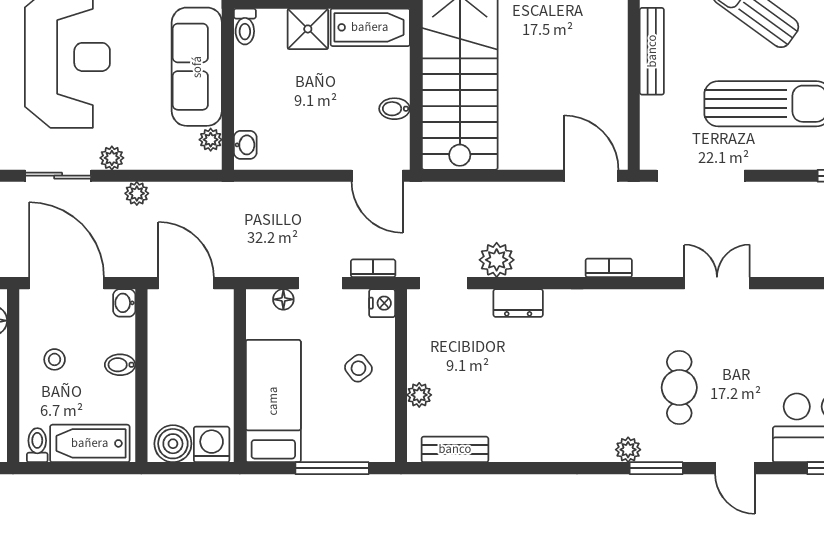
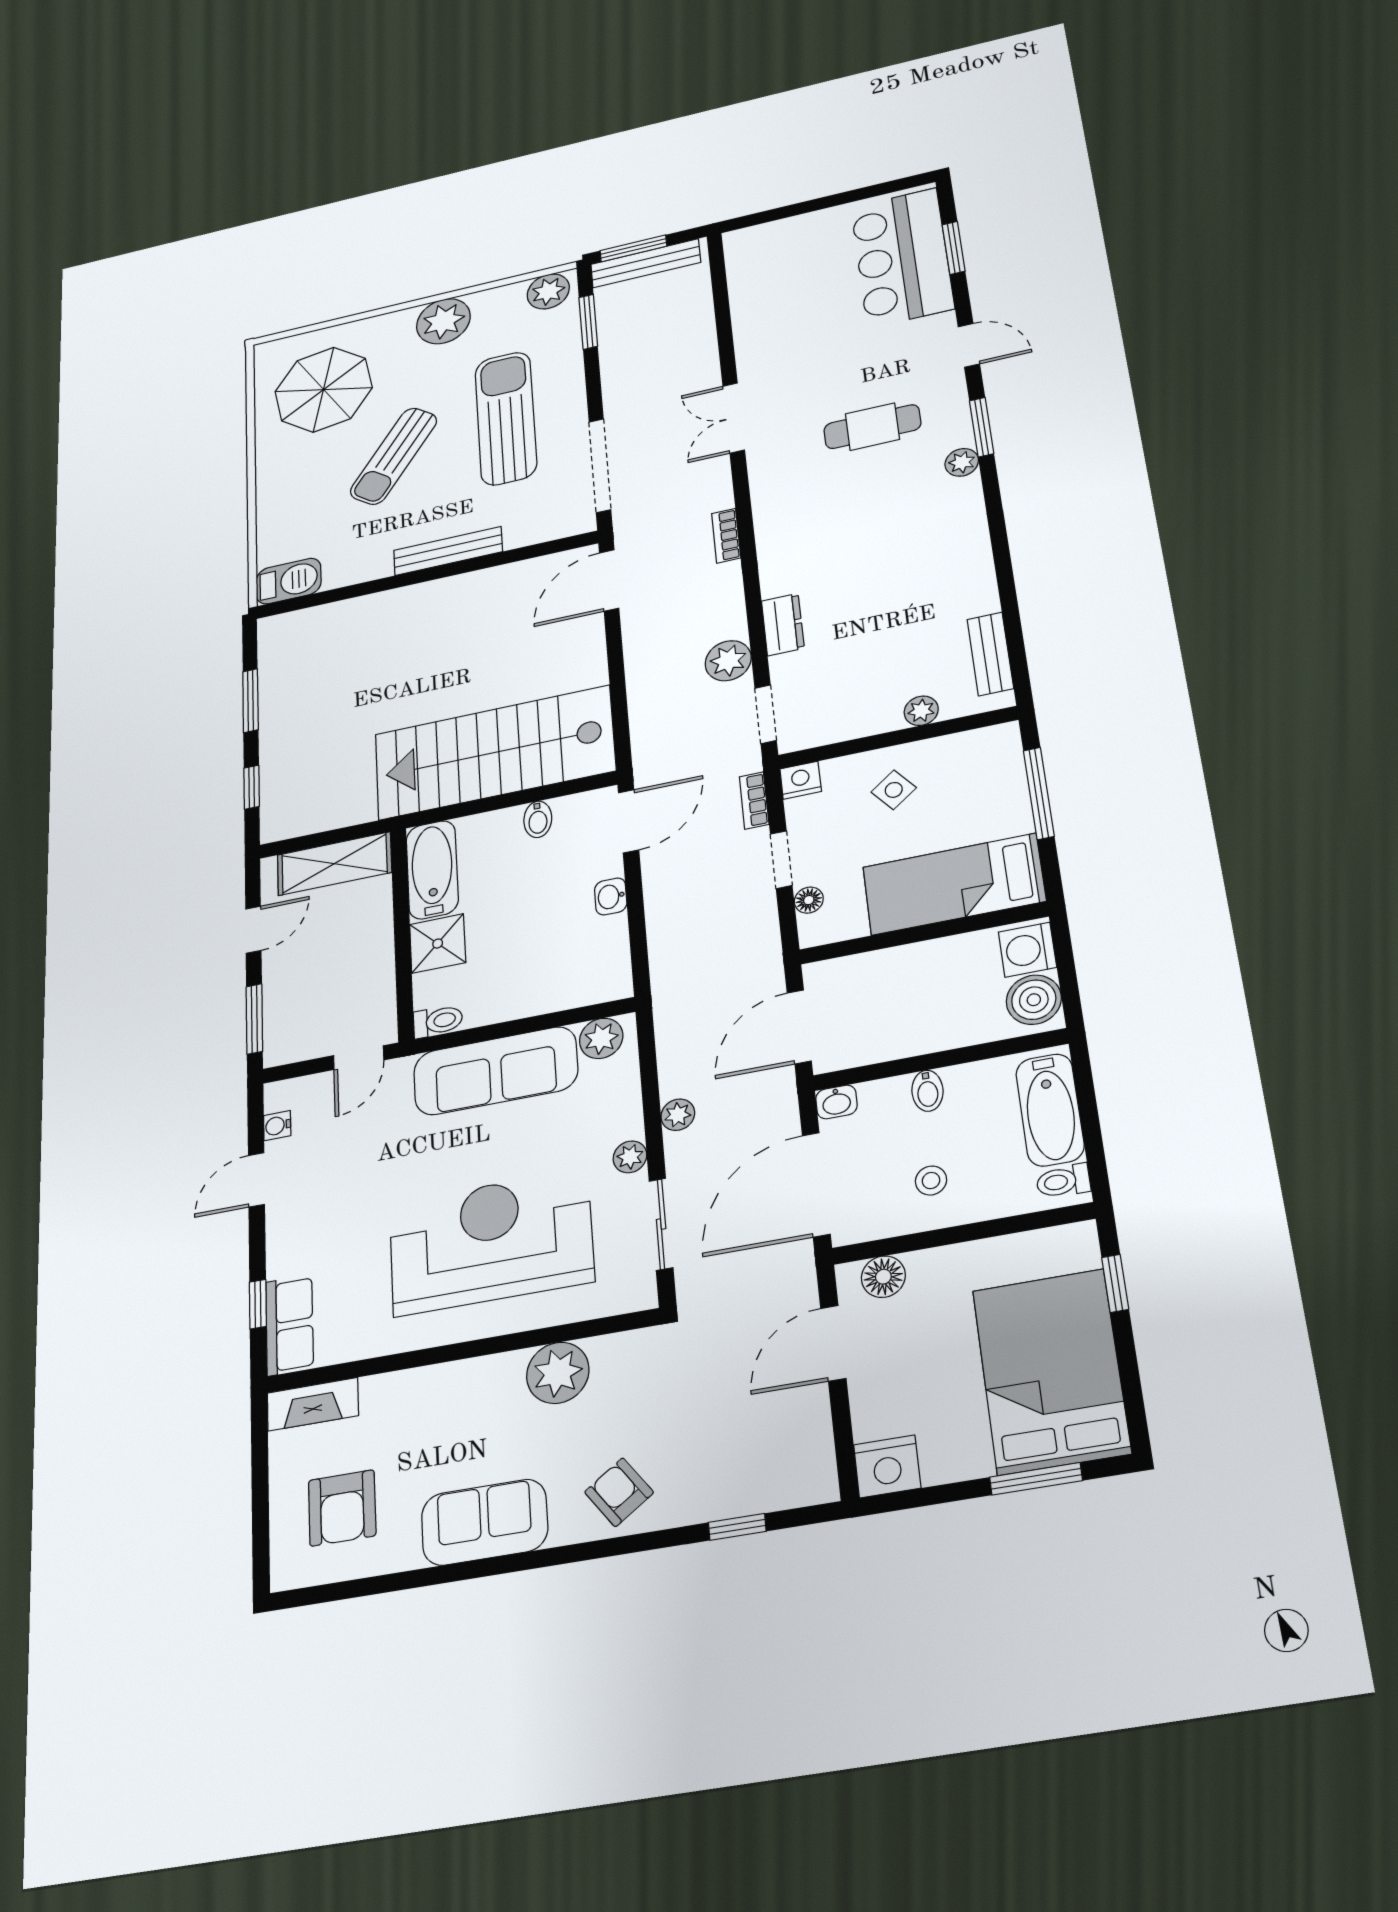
plant: (211, 140) -> (601, 1038), width x1.38, depth x1.38
washbasin: (245, 145) -> (611, 896), moved, turned -90
door: (735, 468) -> (969, 345), hinge flipped

